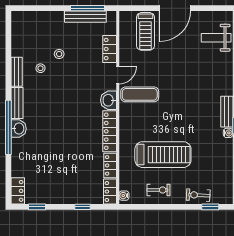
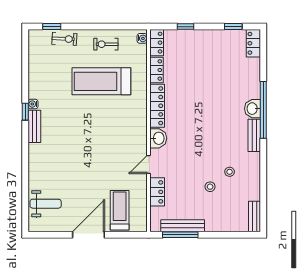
bench: (17, 72) -> (255, 217), moved
exercise mat: (140, 94) -> (126, 144), removed

